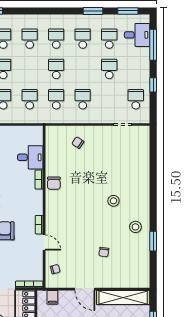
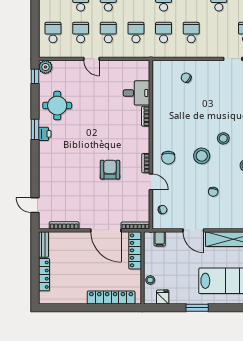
chair: (54, 183) -> (168, 158), moved
stool: (93, 218) -> (202, 156), added

